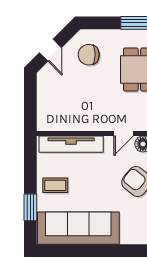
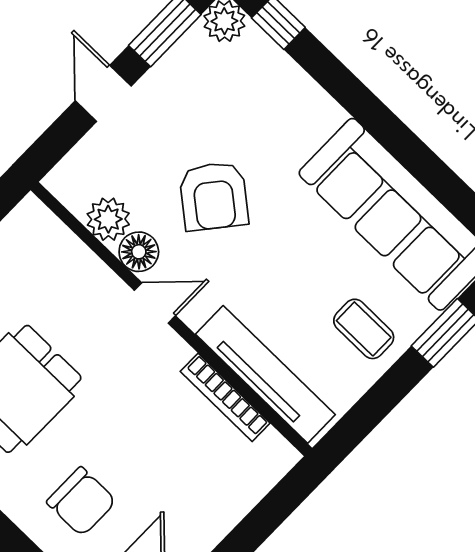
bookcase: (76, 126) -> (225, 397), added

